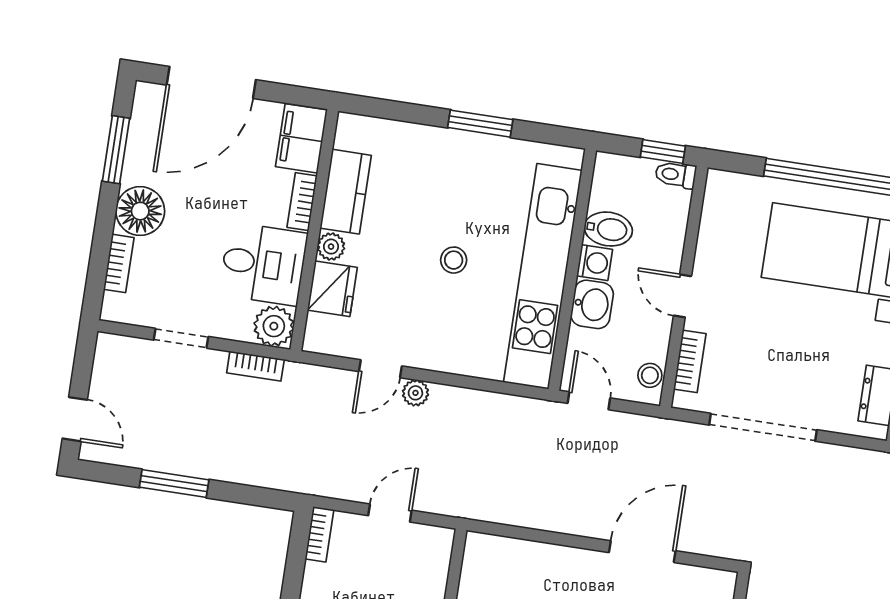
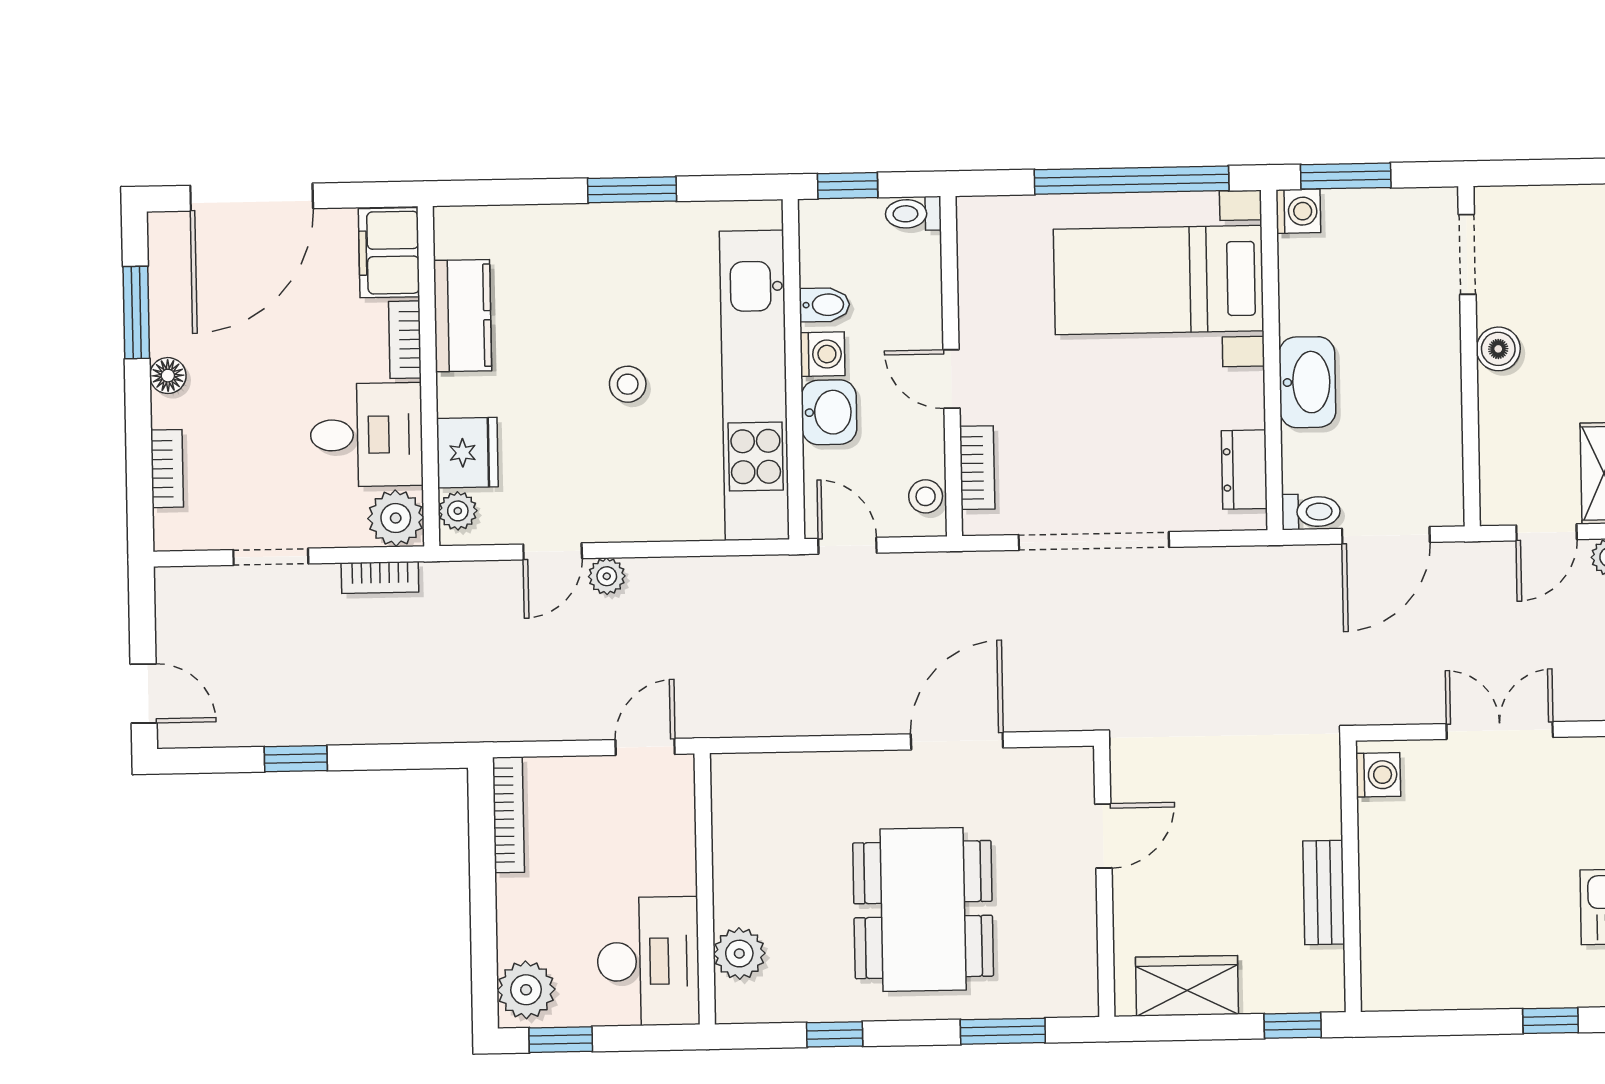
window: (663, 151) -> (848, 186), moved
floor lamp: (140, 211) -> (168, 376), width x0.53, depth x0.53
bidet: (608, 229) -> (824, 305), width x0.72, depth x0.74
plant: (331, 247) -> (458, 511), moved
window: (174, 484) -> (296, 759), width x0.67
door: (390, 513) -> (645, 747), moved
bookcase: (319, 534) -> (508, 815), width x1.56

